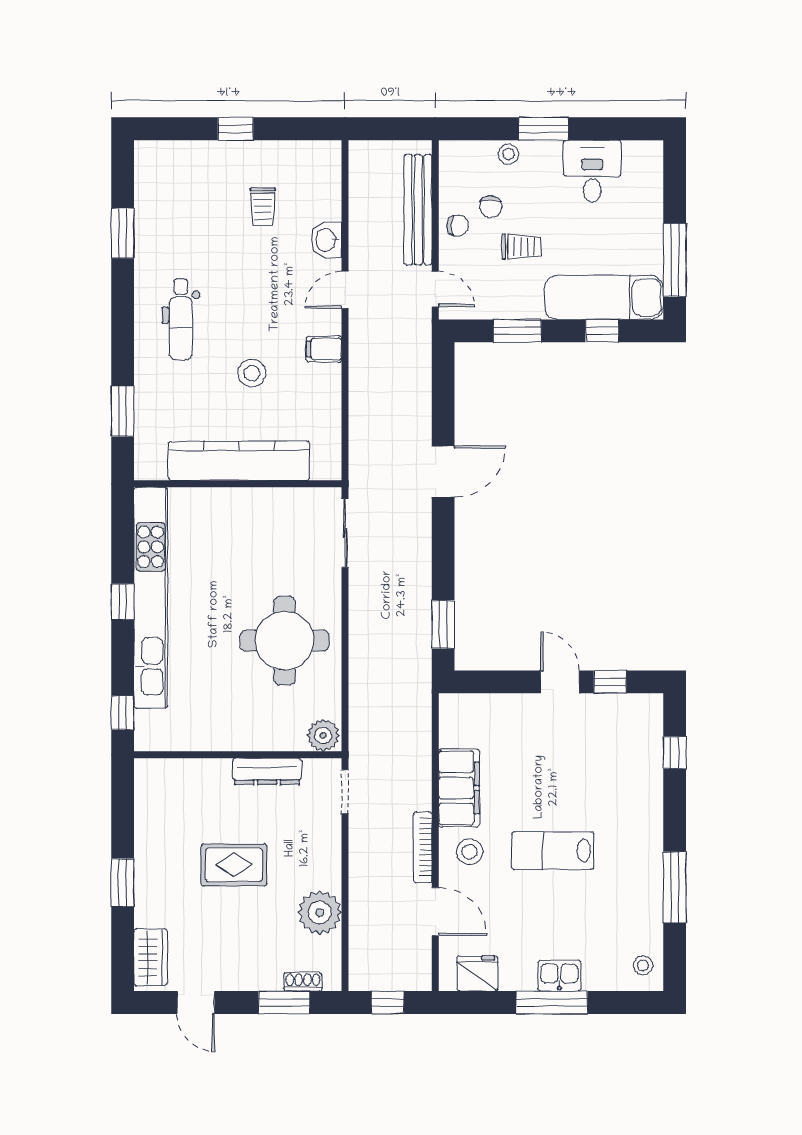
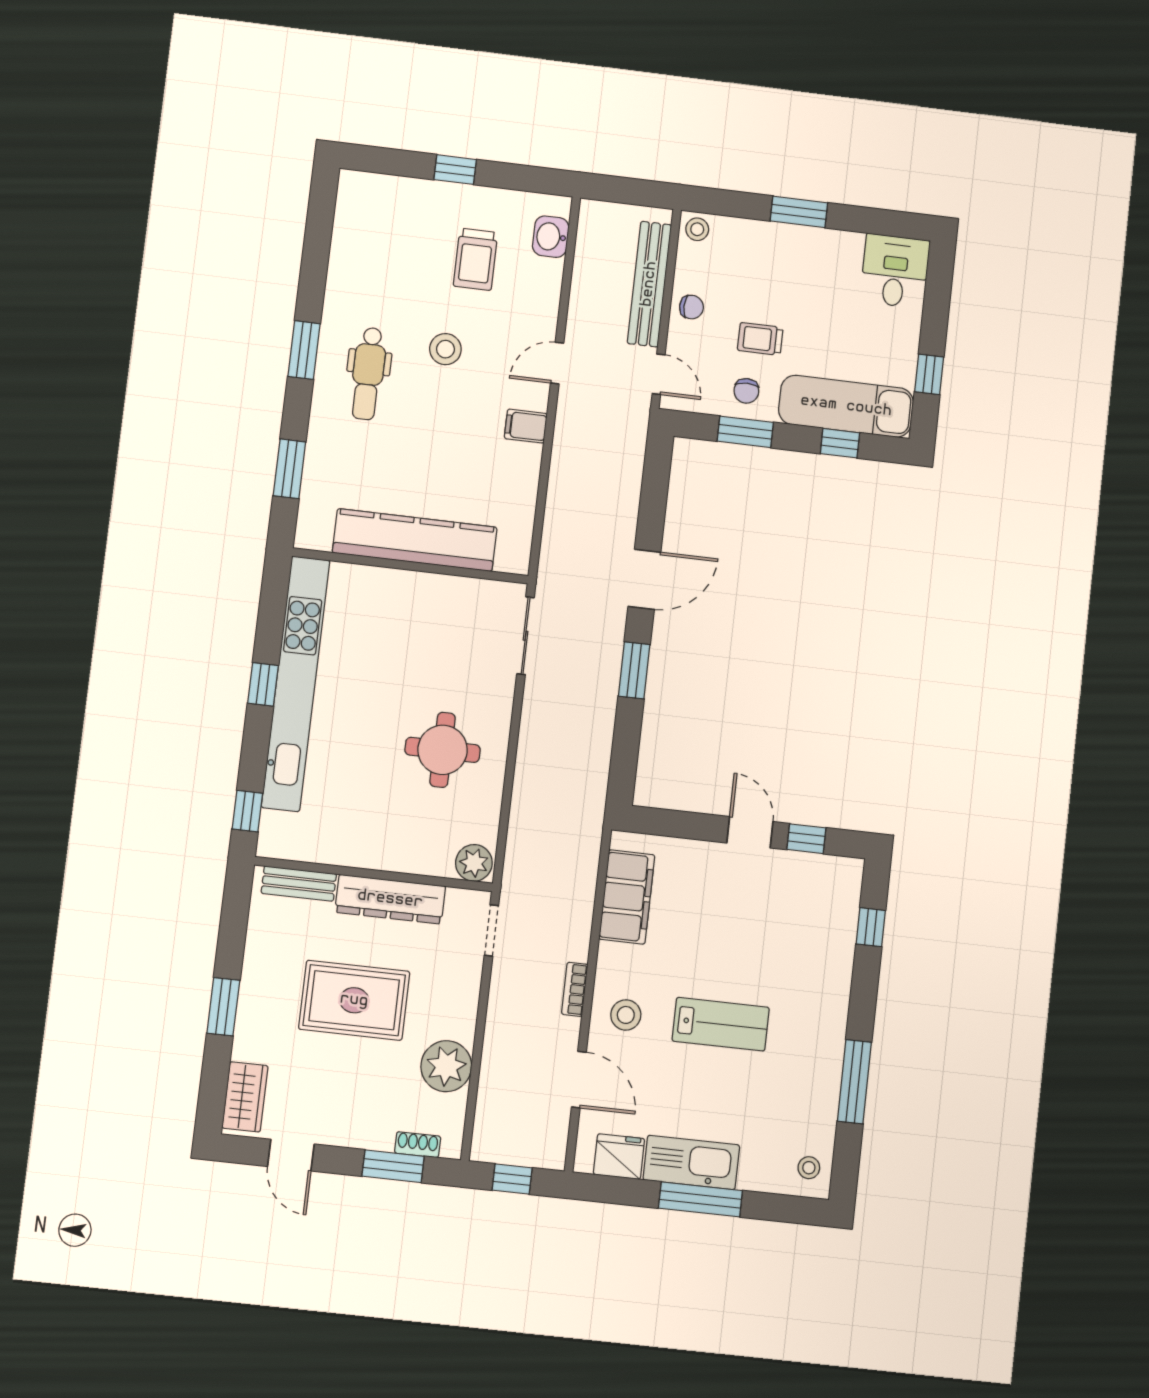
stool: (508, 154) -> (697, 229), moved
desk: (592, 171) -> (895, 271), moved
trolley: (263, 207) -> (475, 259), width x1.36, depth x1.39
chair: (491, 207) -> (746, 391), moved
window: (123, 233) -> (304, 350), moved
washbasin: (326, 240) -> (551, 237), moved
trolley: (521, 247) -> (760, 339), turned 180
window: (675, 260) -> (929, 374), width x0.46
stool: (252, 373) -> (445, 349), moved
window: (443, 624) -> (634, 670), moved
round table: (285, 641) -> (443, 750), width x0.73, depth x0.73
bench: (174, 770) -> (299, 884), added
dresser: (267, 771) -> (390, 899), width x1.37, depth x1.24
filing cabinet: (459, 788) -> (627, 897), moved
bookcase: (423, 847) -> (575, 989), width x0.64
lab bench: (553, 851) -> (721, 1024), turned 180
rug: (234, 865) -> (354, 1000), width x1.36, depth x1.43
kitchen sink: (559, 976) -> (691, 1162), width x1.87, depth x1.24

